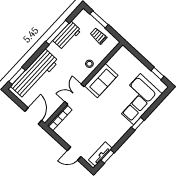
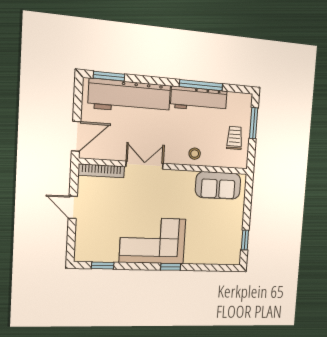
workbench: (67, 35) -> (199, 99), width x1.38
sofa: (101, 81) -> (218, 185), moved
corner sofa: (137, 99) -> (153, 241), moved
door: (74, 154) -> (73, 207), moved
tv unit: (100, 154) -> (99, 255), removed

